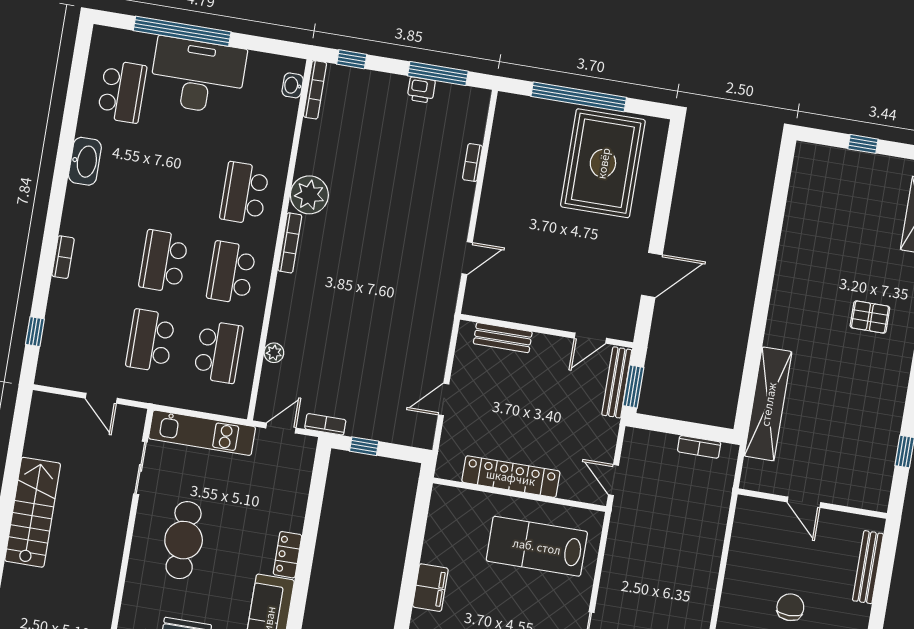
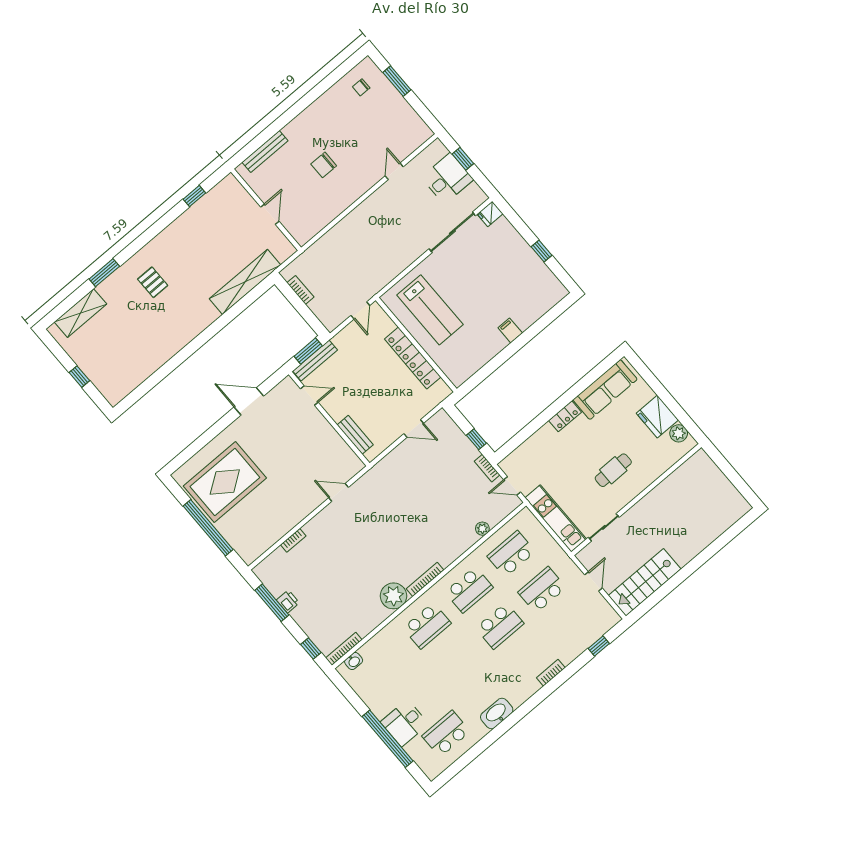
desk: (198, 76) -> (405, 723), width x0.53, depth x0.77
school desk: (150, 341) -> (542, 590), turned 180
stairs: (33, 512) -> (645, 582), moved
cafe table: (184, 540) -> (613, 470), width x0.73, depth x0.74
filing cabinet: (430, 588) -> (510, 330), width x0.50

